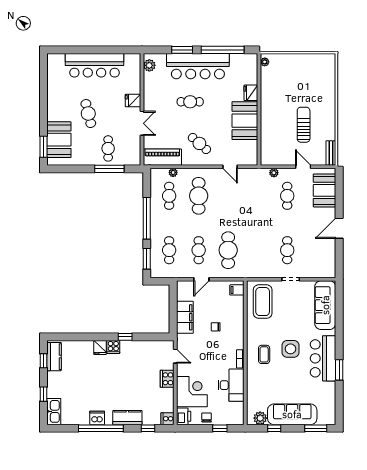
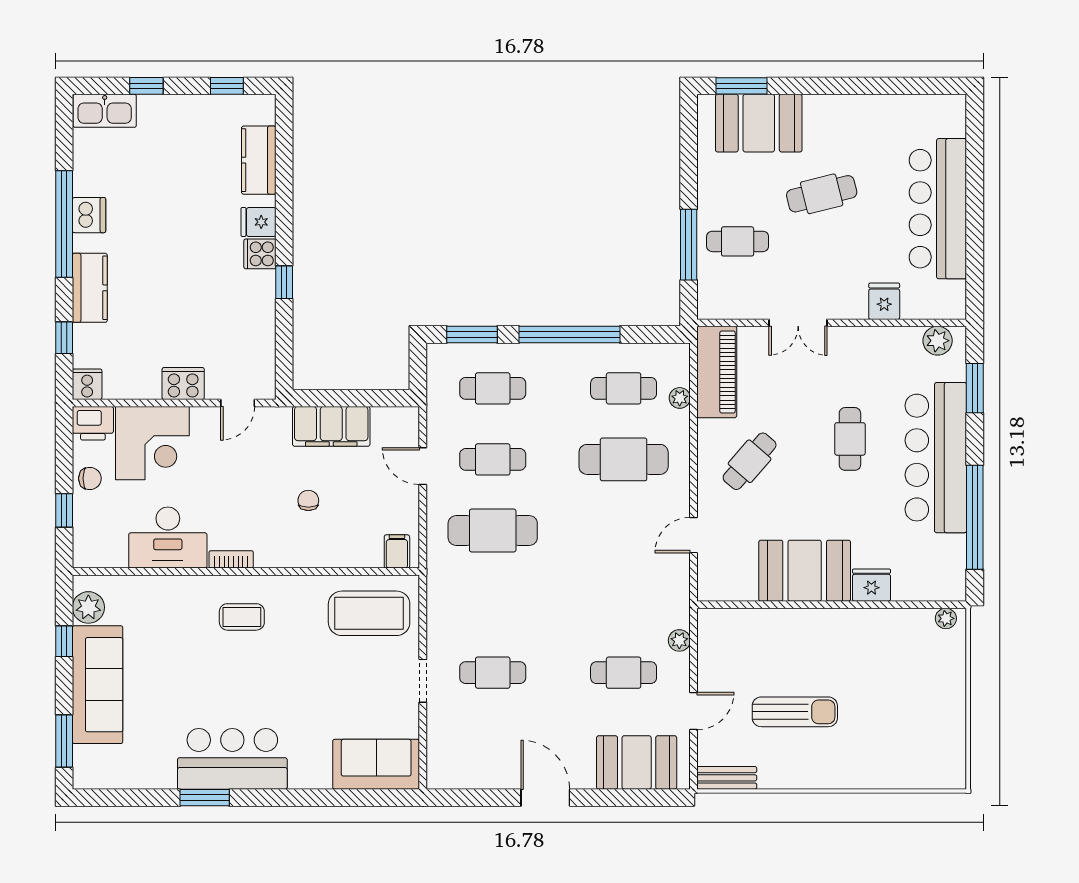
window: (182, 50) -> (975, 388), moved
fridge: (133, 101) -> (884, 301), moved
sofa: (325, 305) -> (376, 764), width x0.73
side table: (290, 349) -> (255, 681), removed
kitchen counter: (54, 357) -> (259, 160), moved, turned 90

